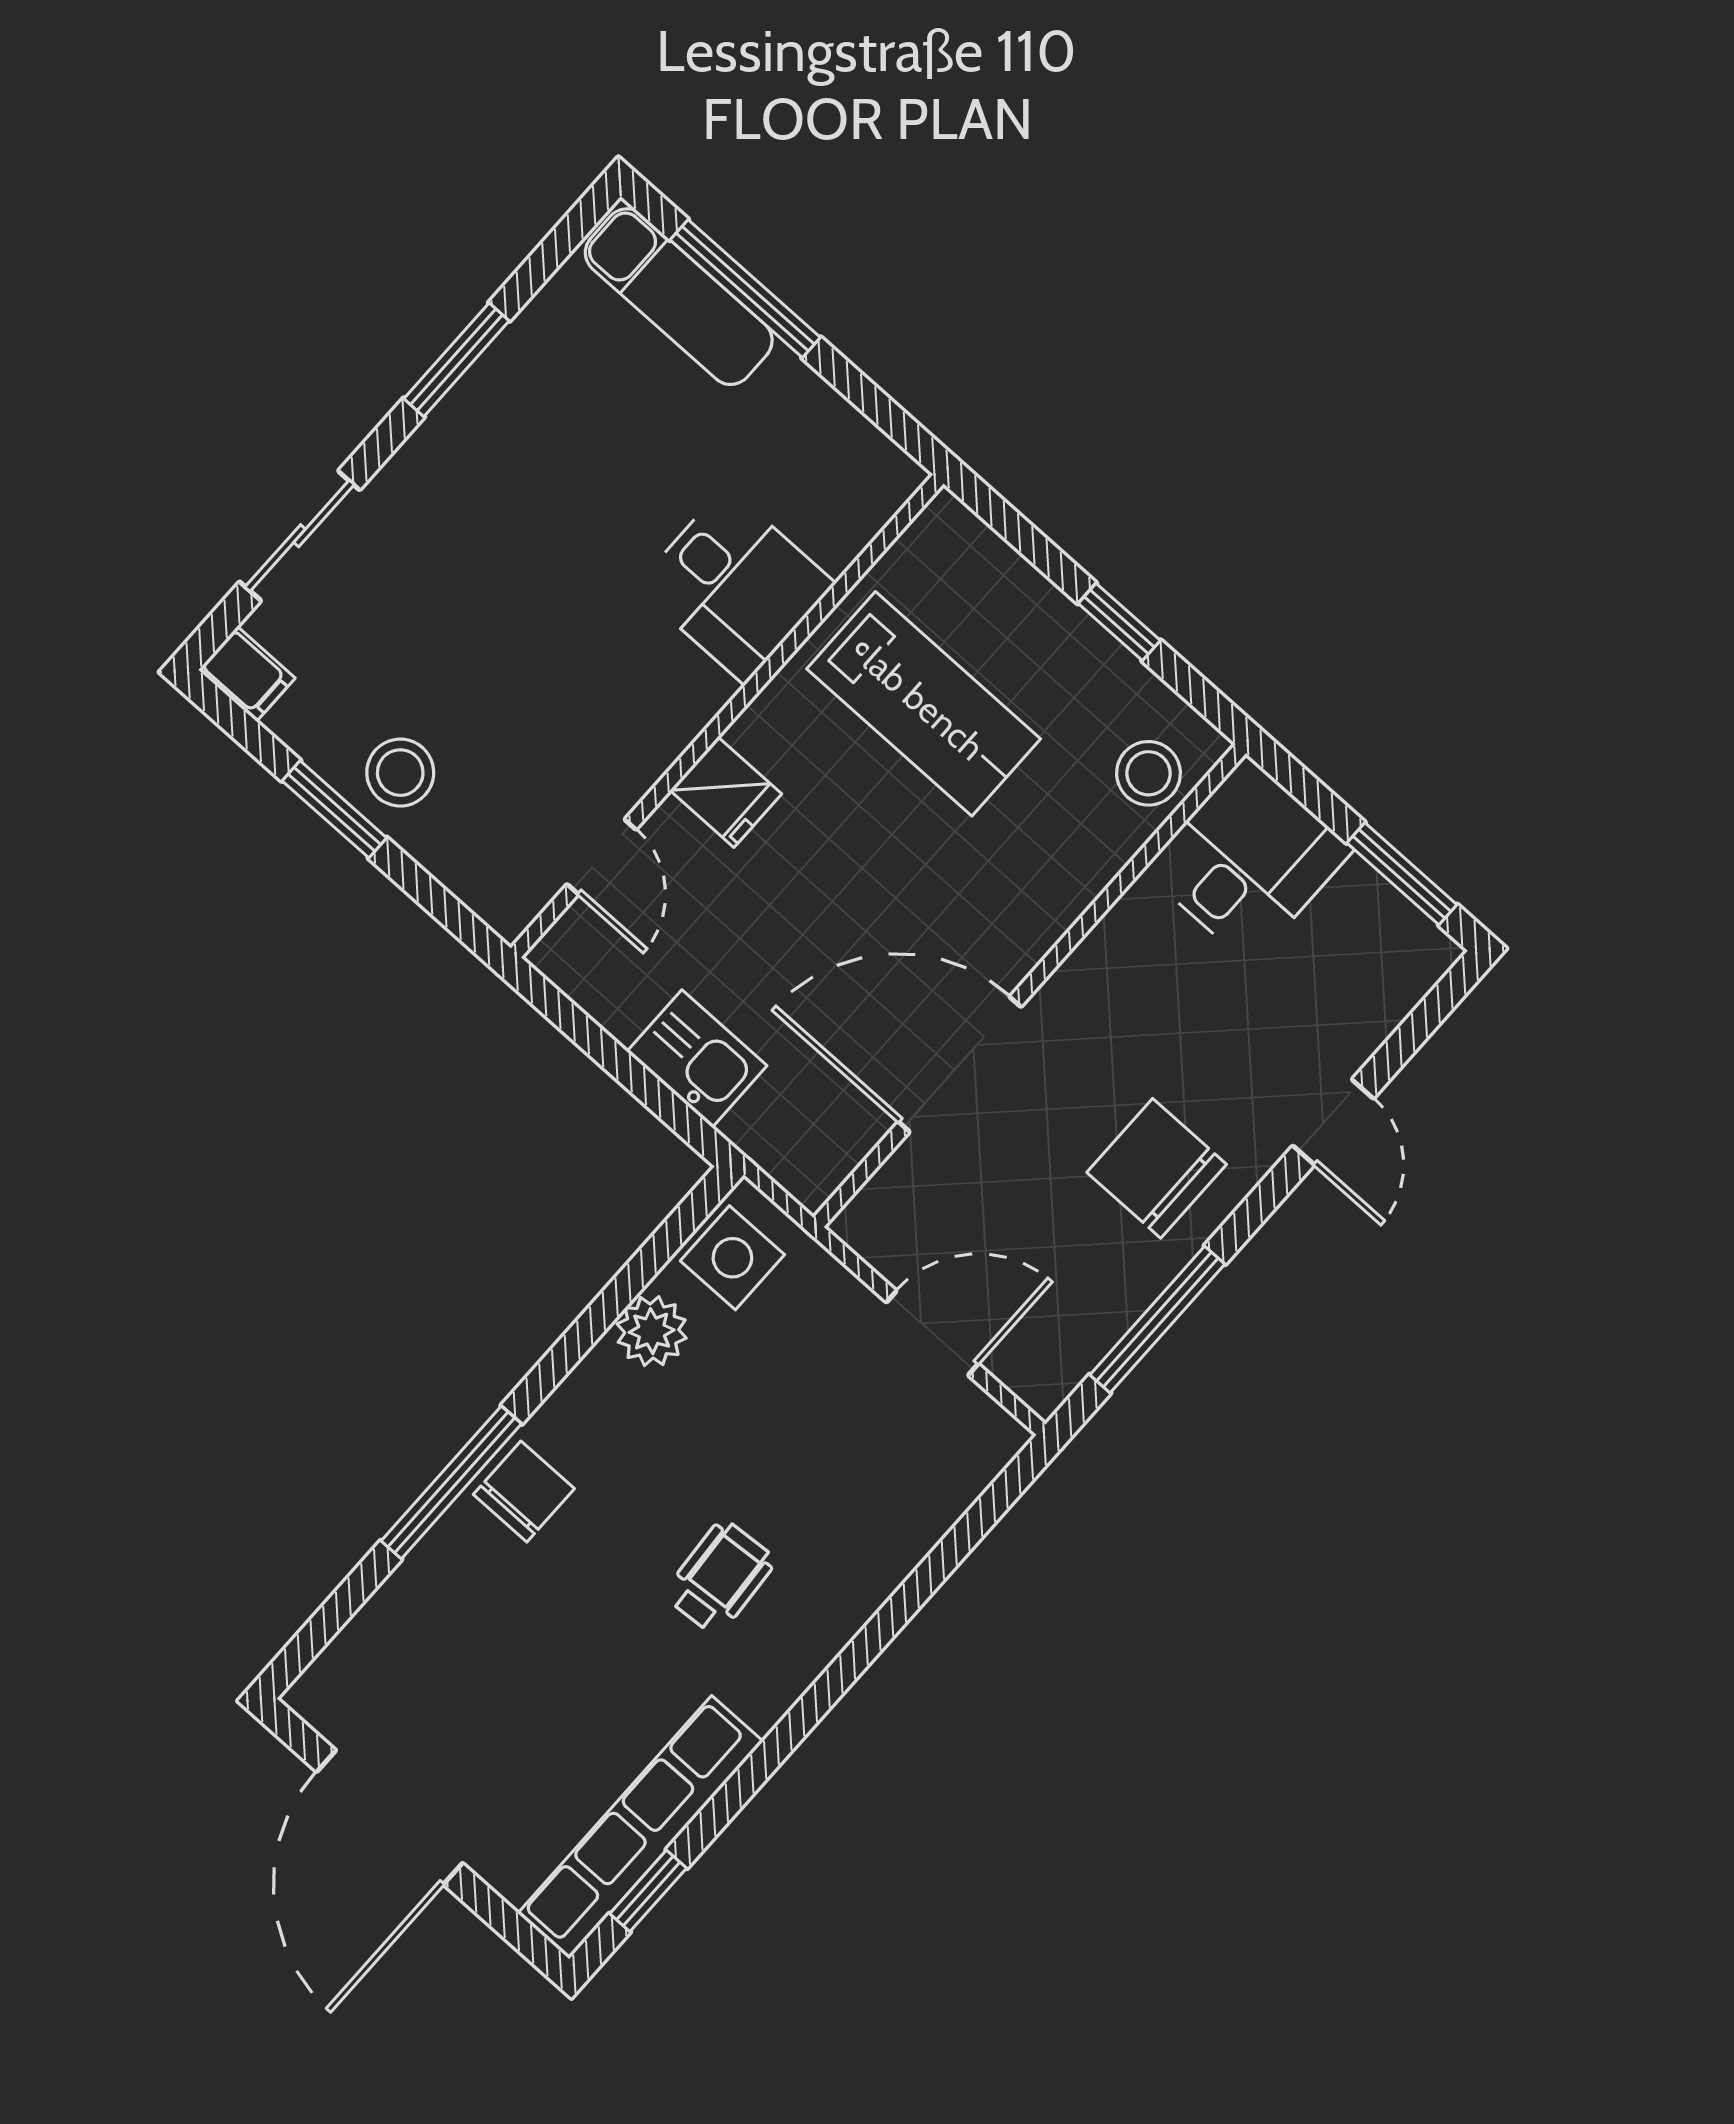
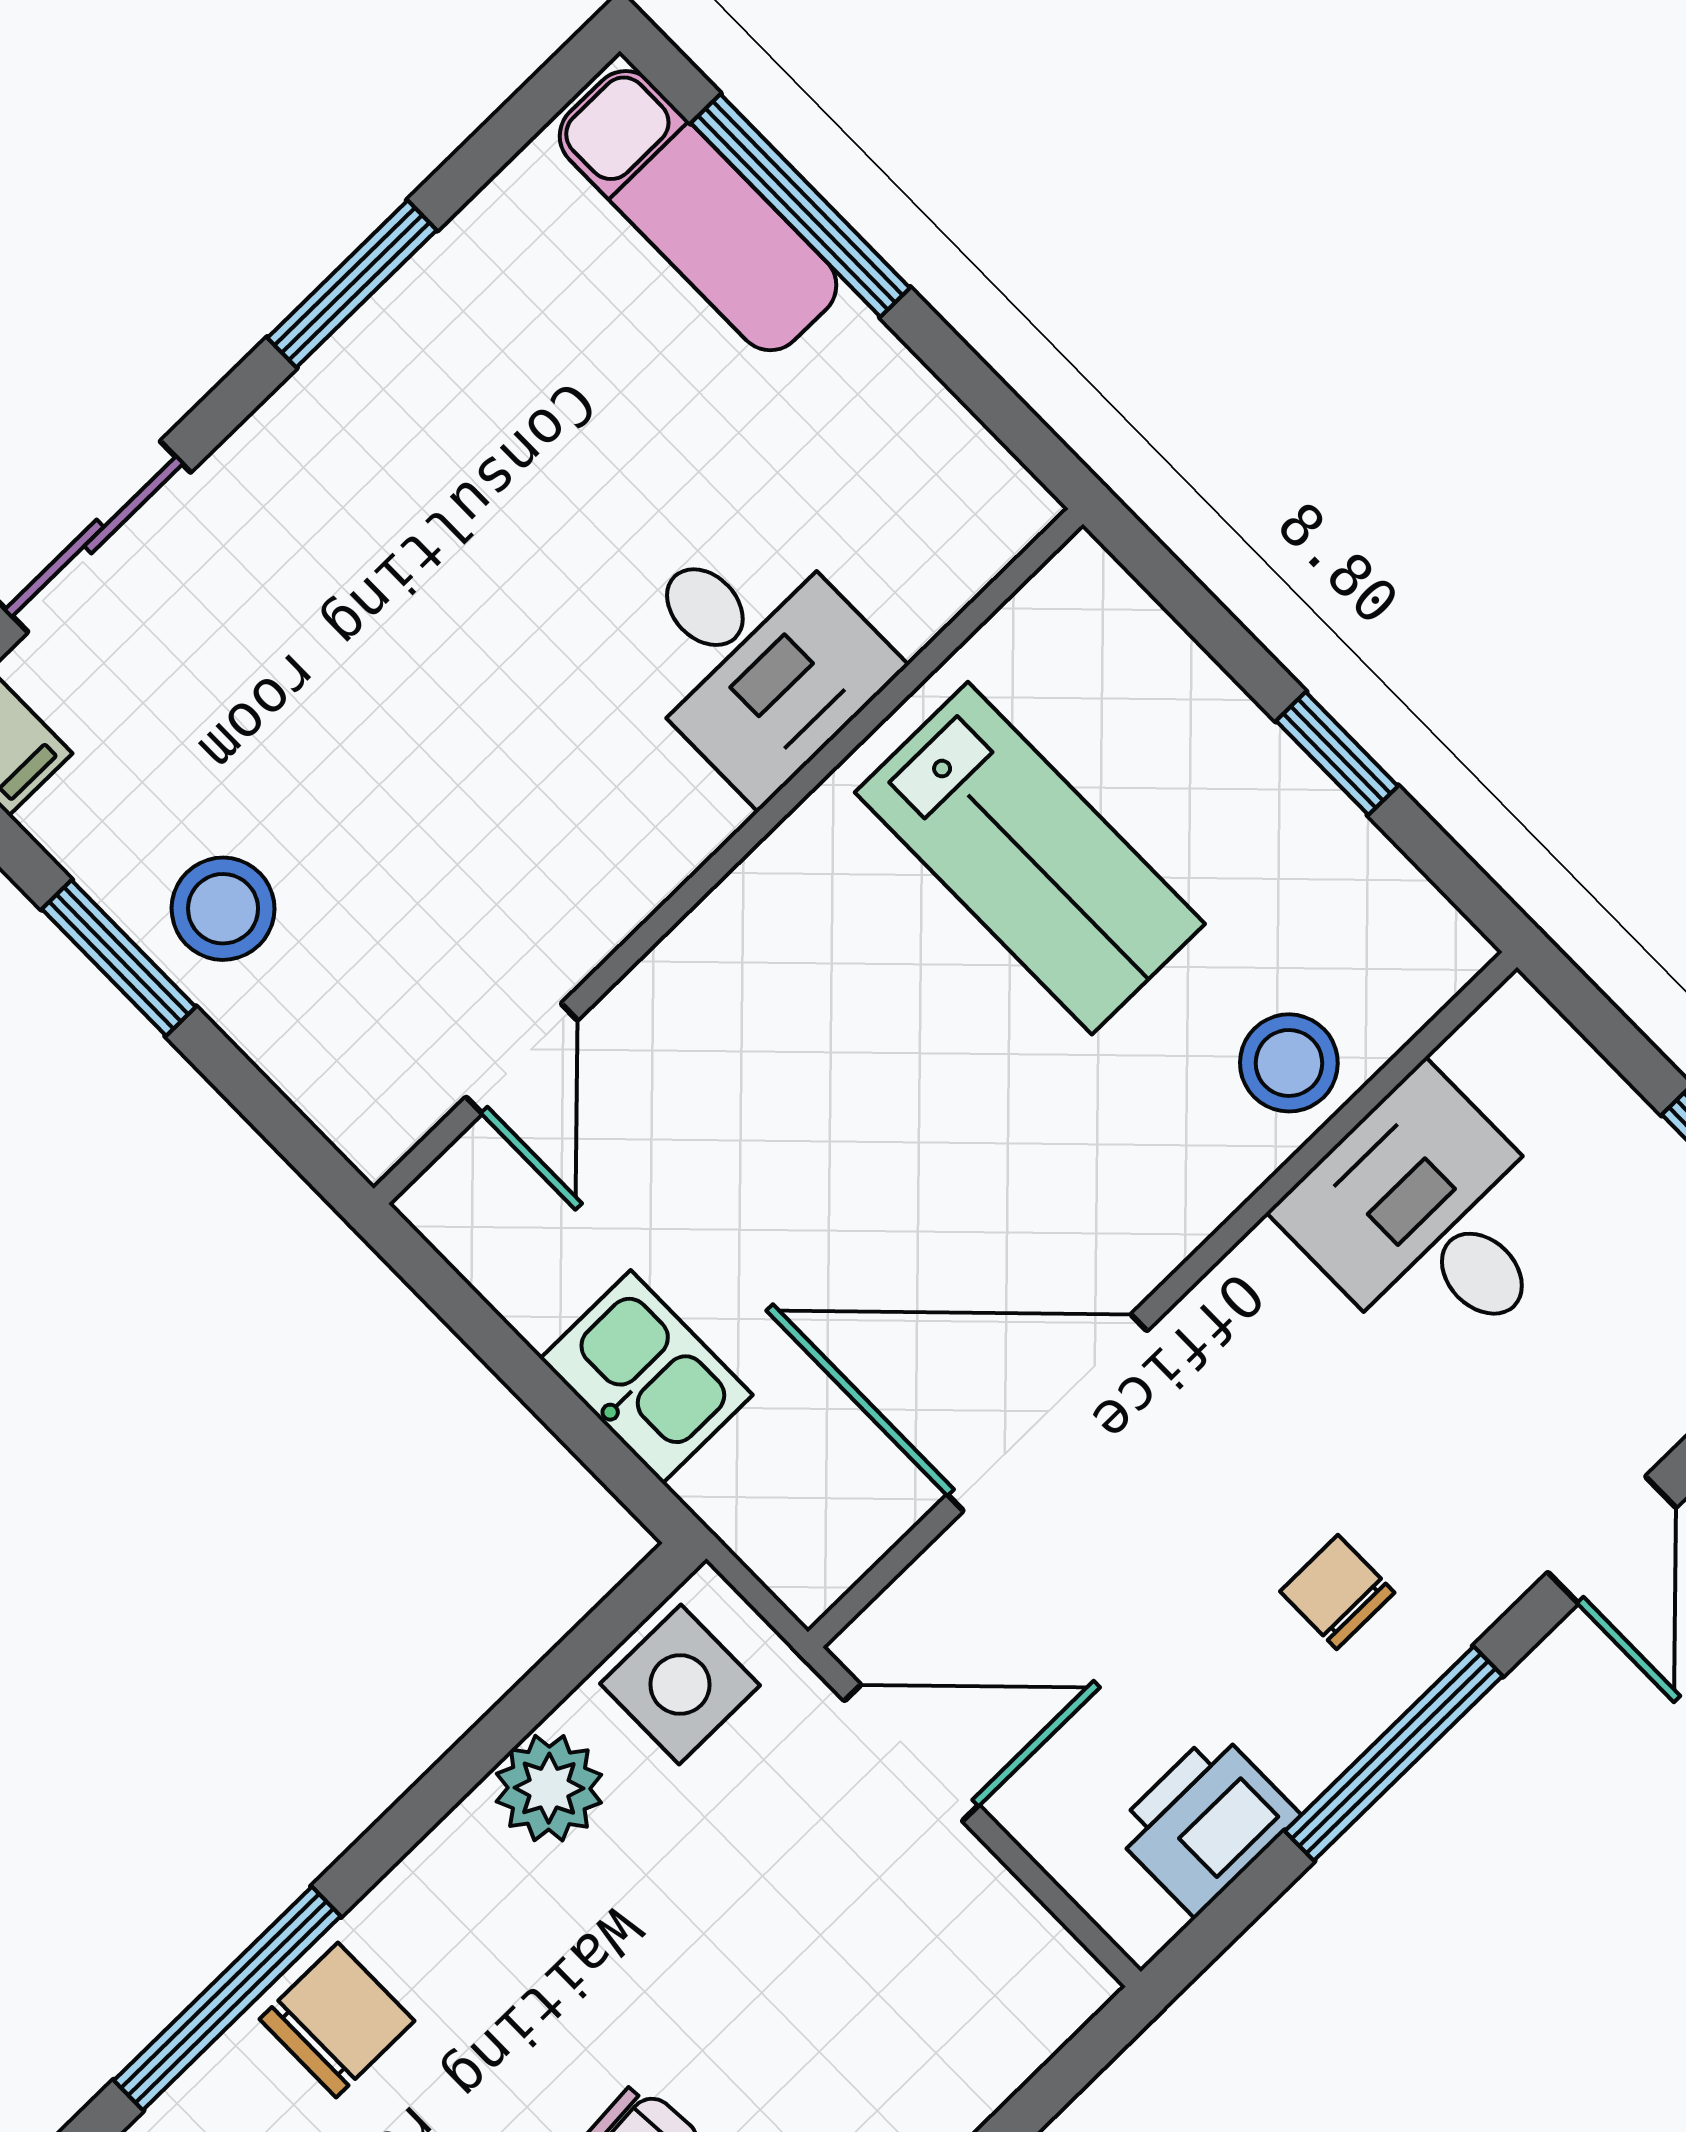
stool: (1148, 773) -> (1289, 1063), moved
fridge: (726, 792) -> (718, 973), removed
desk: (1248, 860) -> (1430, 1220), moved, turned -90
chair: (1157, 1168) -> (1337, 1592), width x0.54, depth x0.54
window: (1157, 1319) -> (1394, 1753), moved
printer: (1081, 1325) -> (1205, 1823), added
door: (932, 1333) -> (912, 1753), moved

